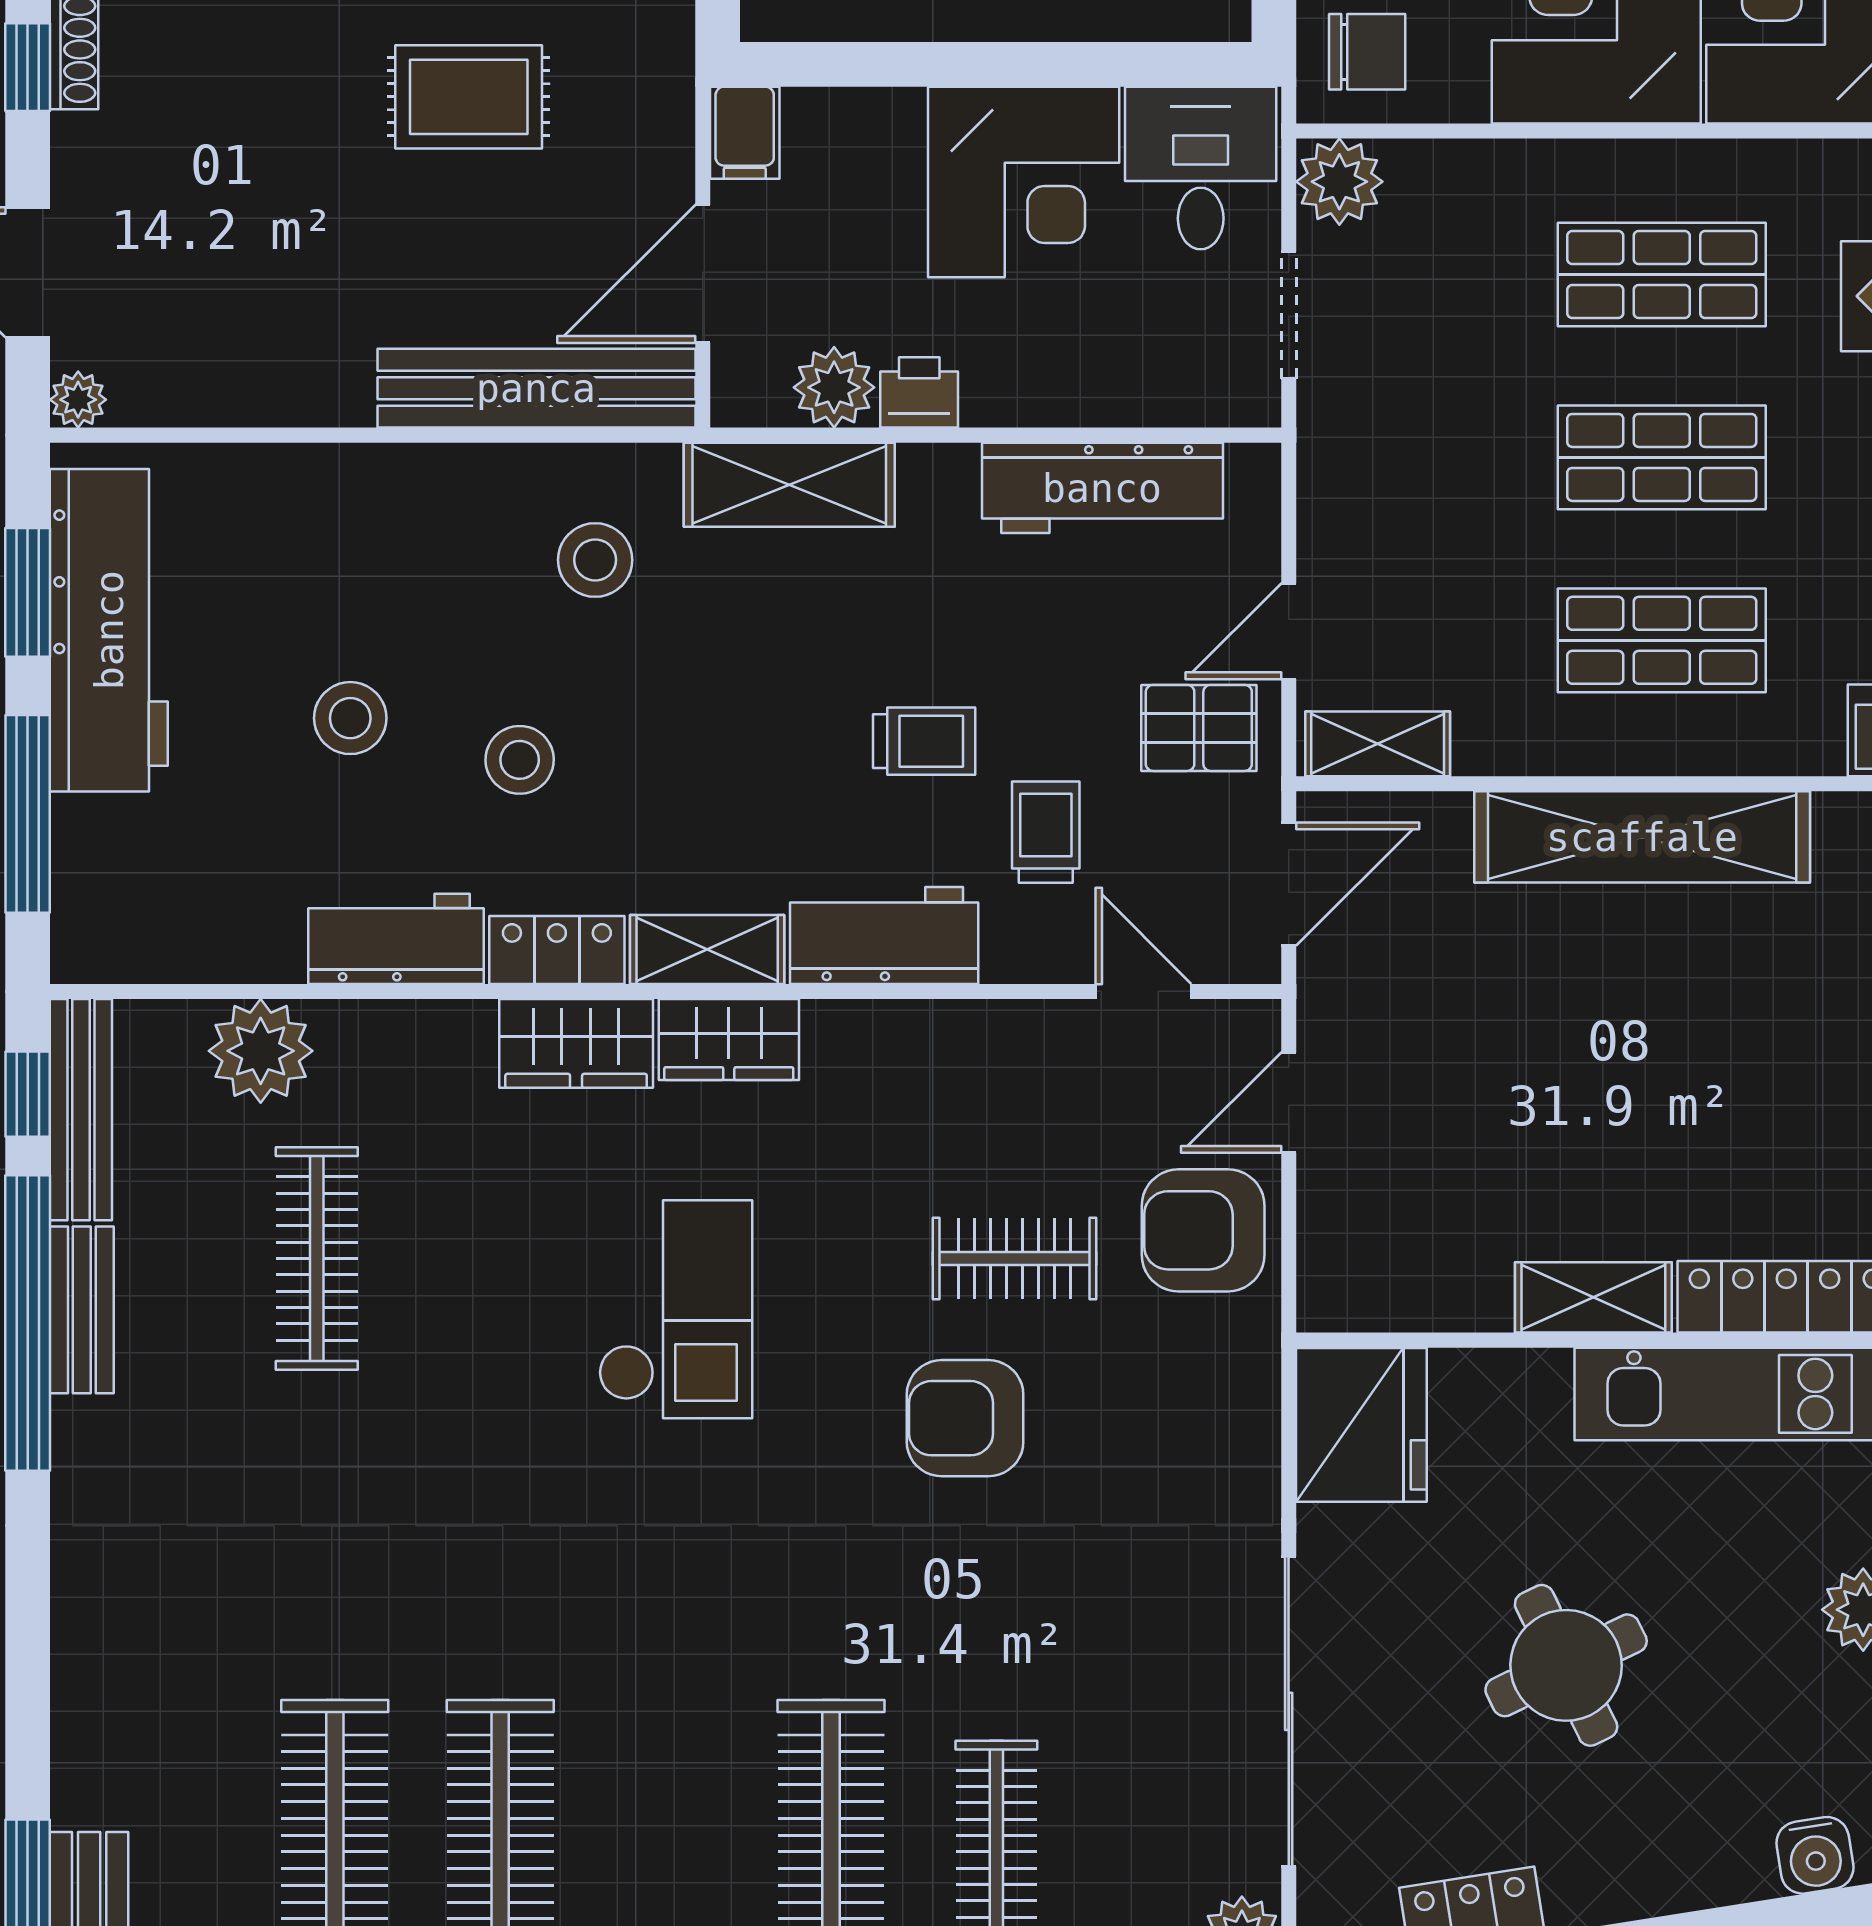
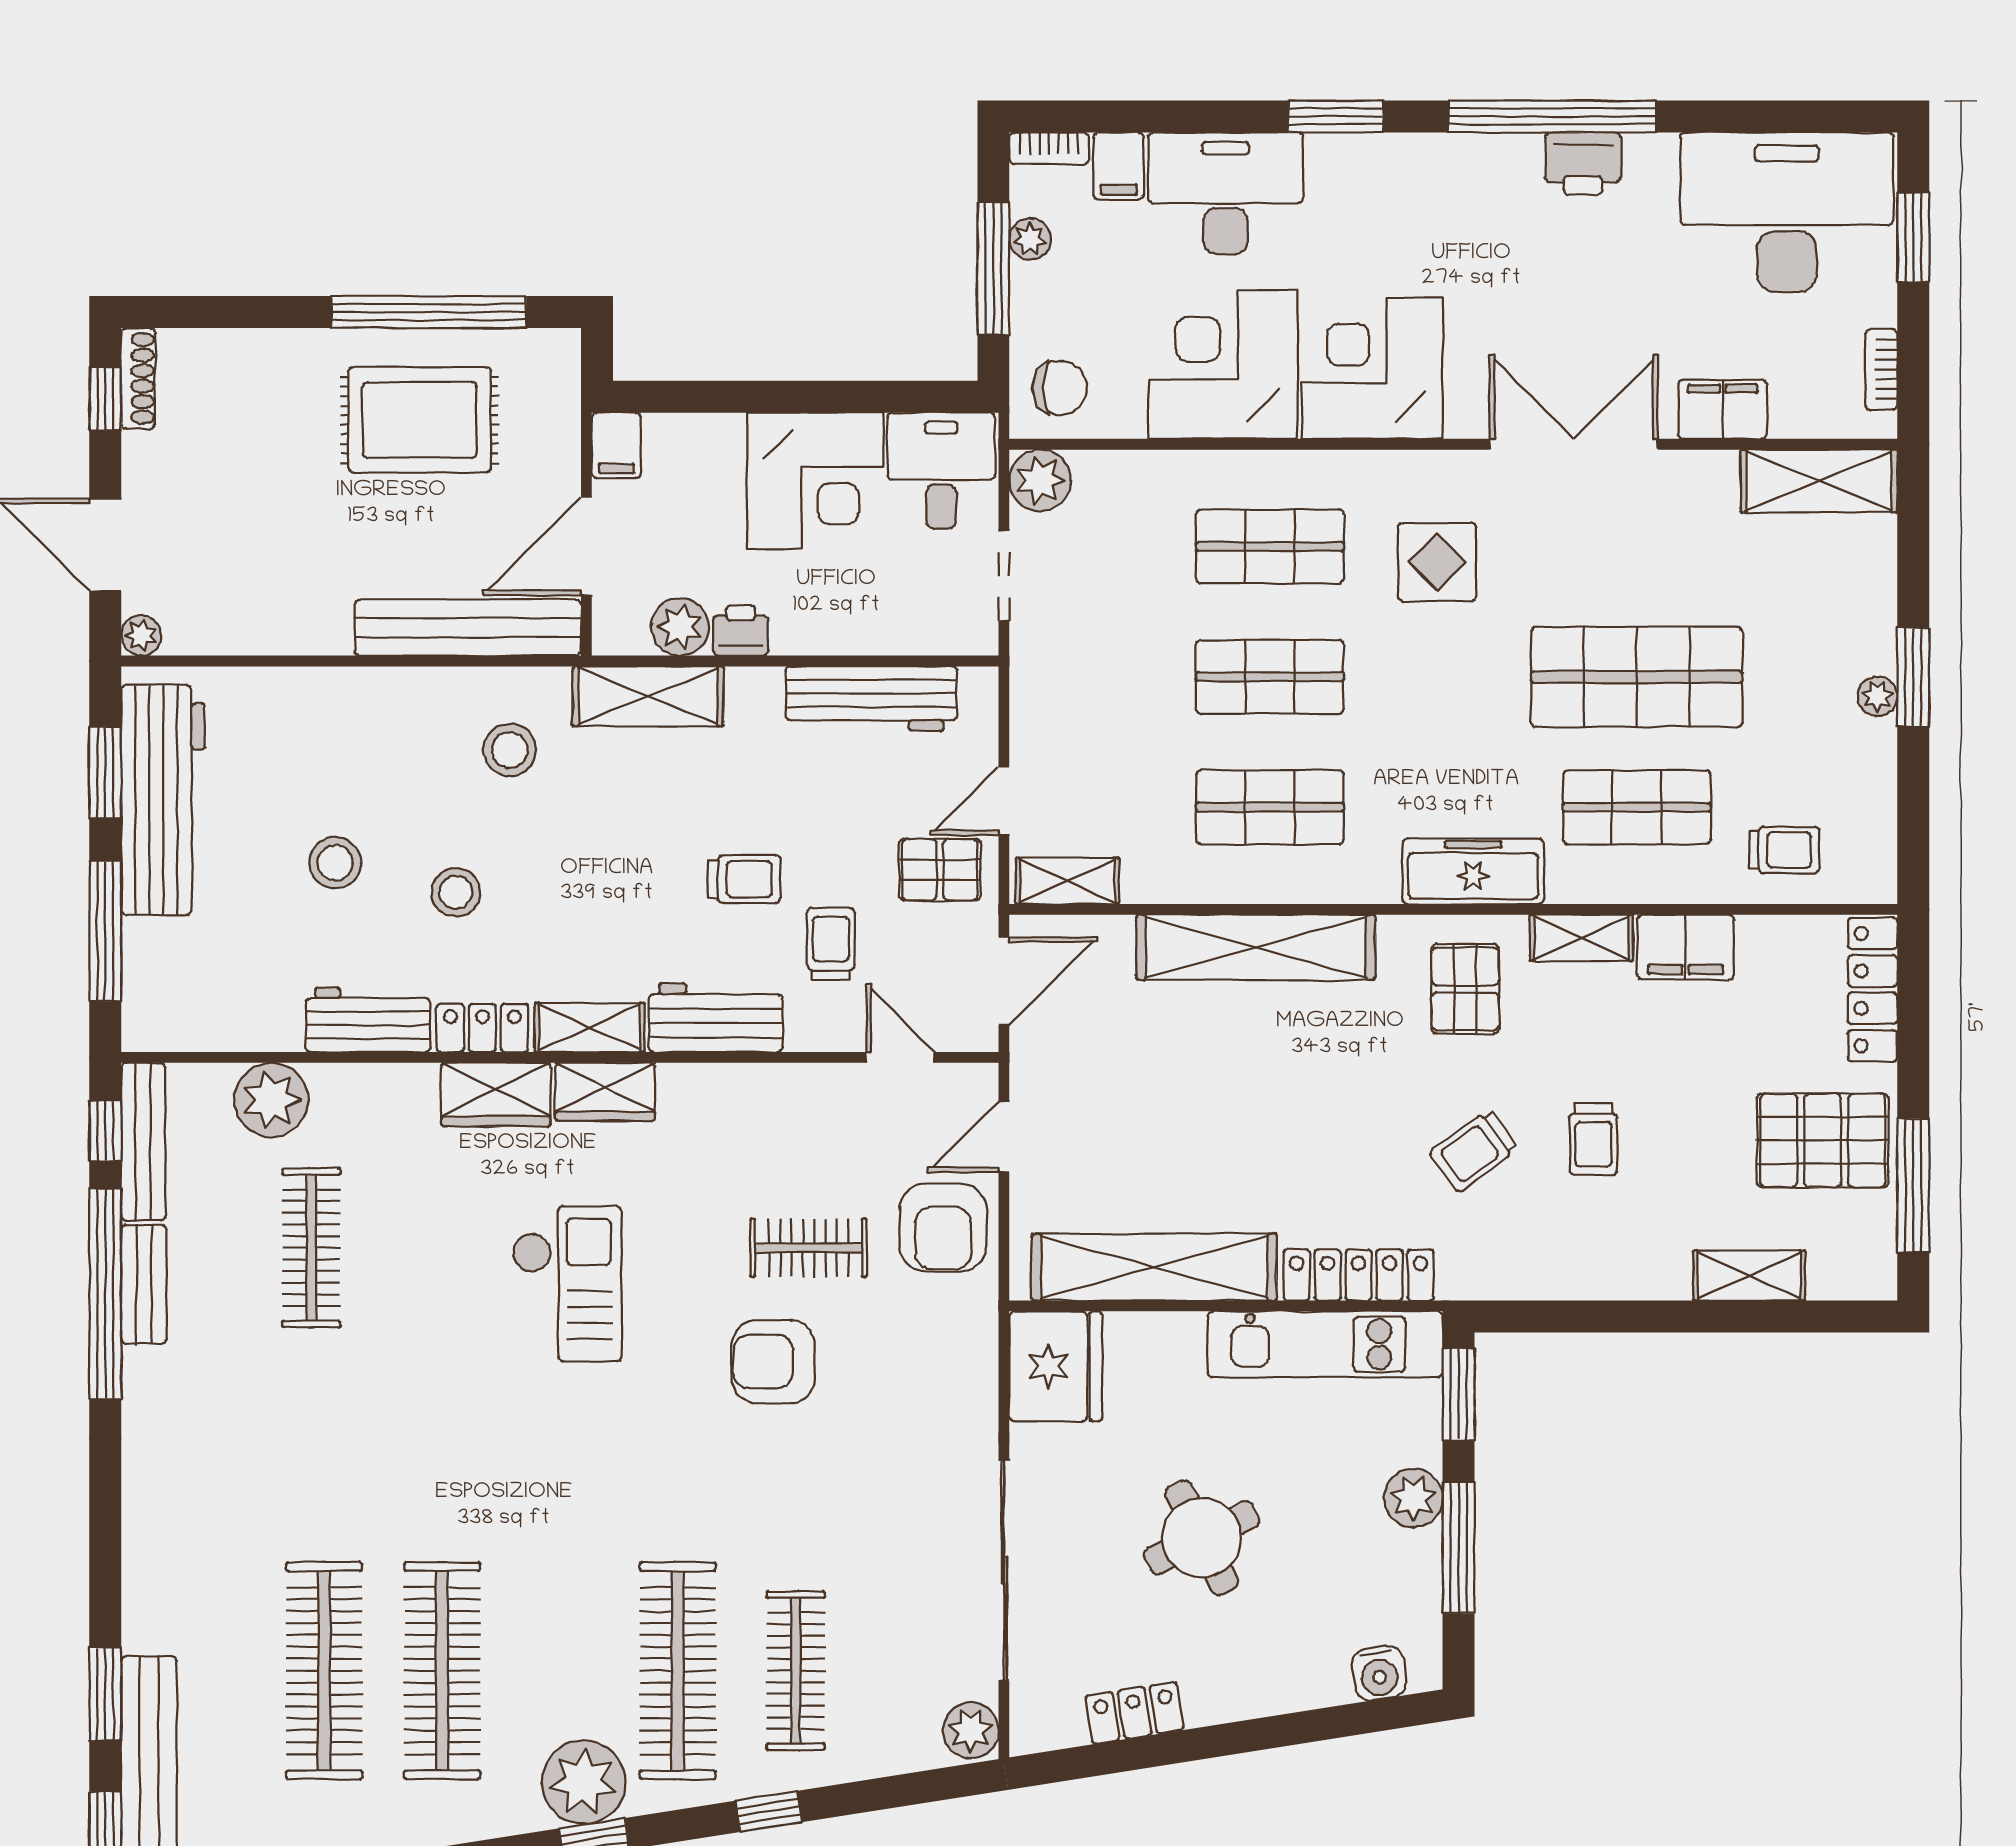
rug: (469, 97) -> (420, 420), width x1.36, depth x1.43
armchair: (1203, 1230) -> (943, 1228), turned -90
shelving: (1593, 1297) -> (1154, 1267), width x2.20, depth x1.33

